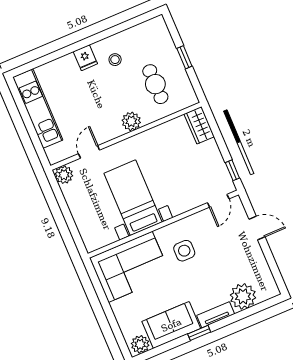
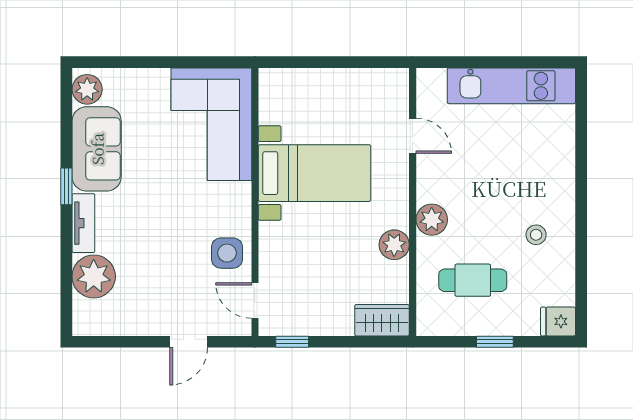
fridge: (85, 58) -> (558, 321), moved
plant: (64, 175) -> (394, 245), moved
side table: (184, 251) -> (227, 253), moved

